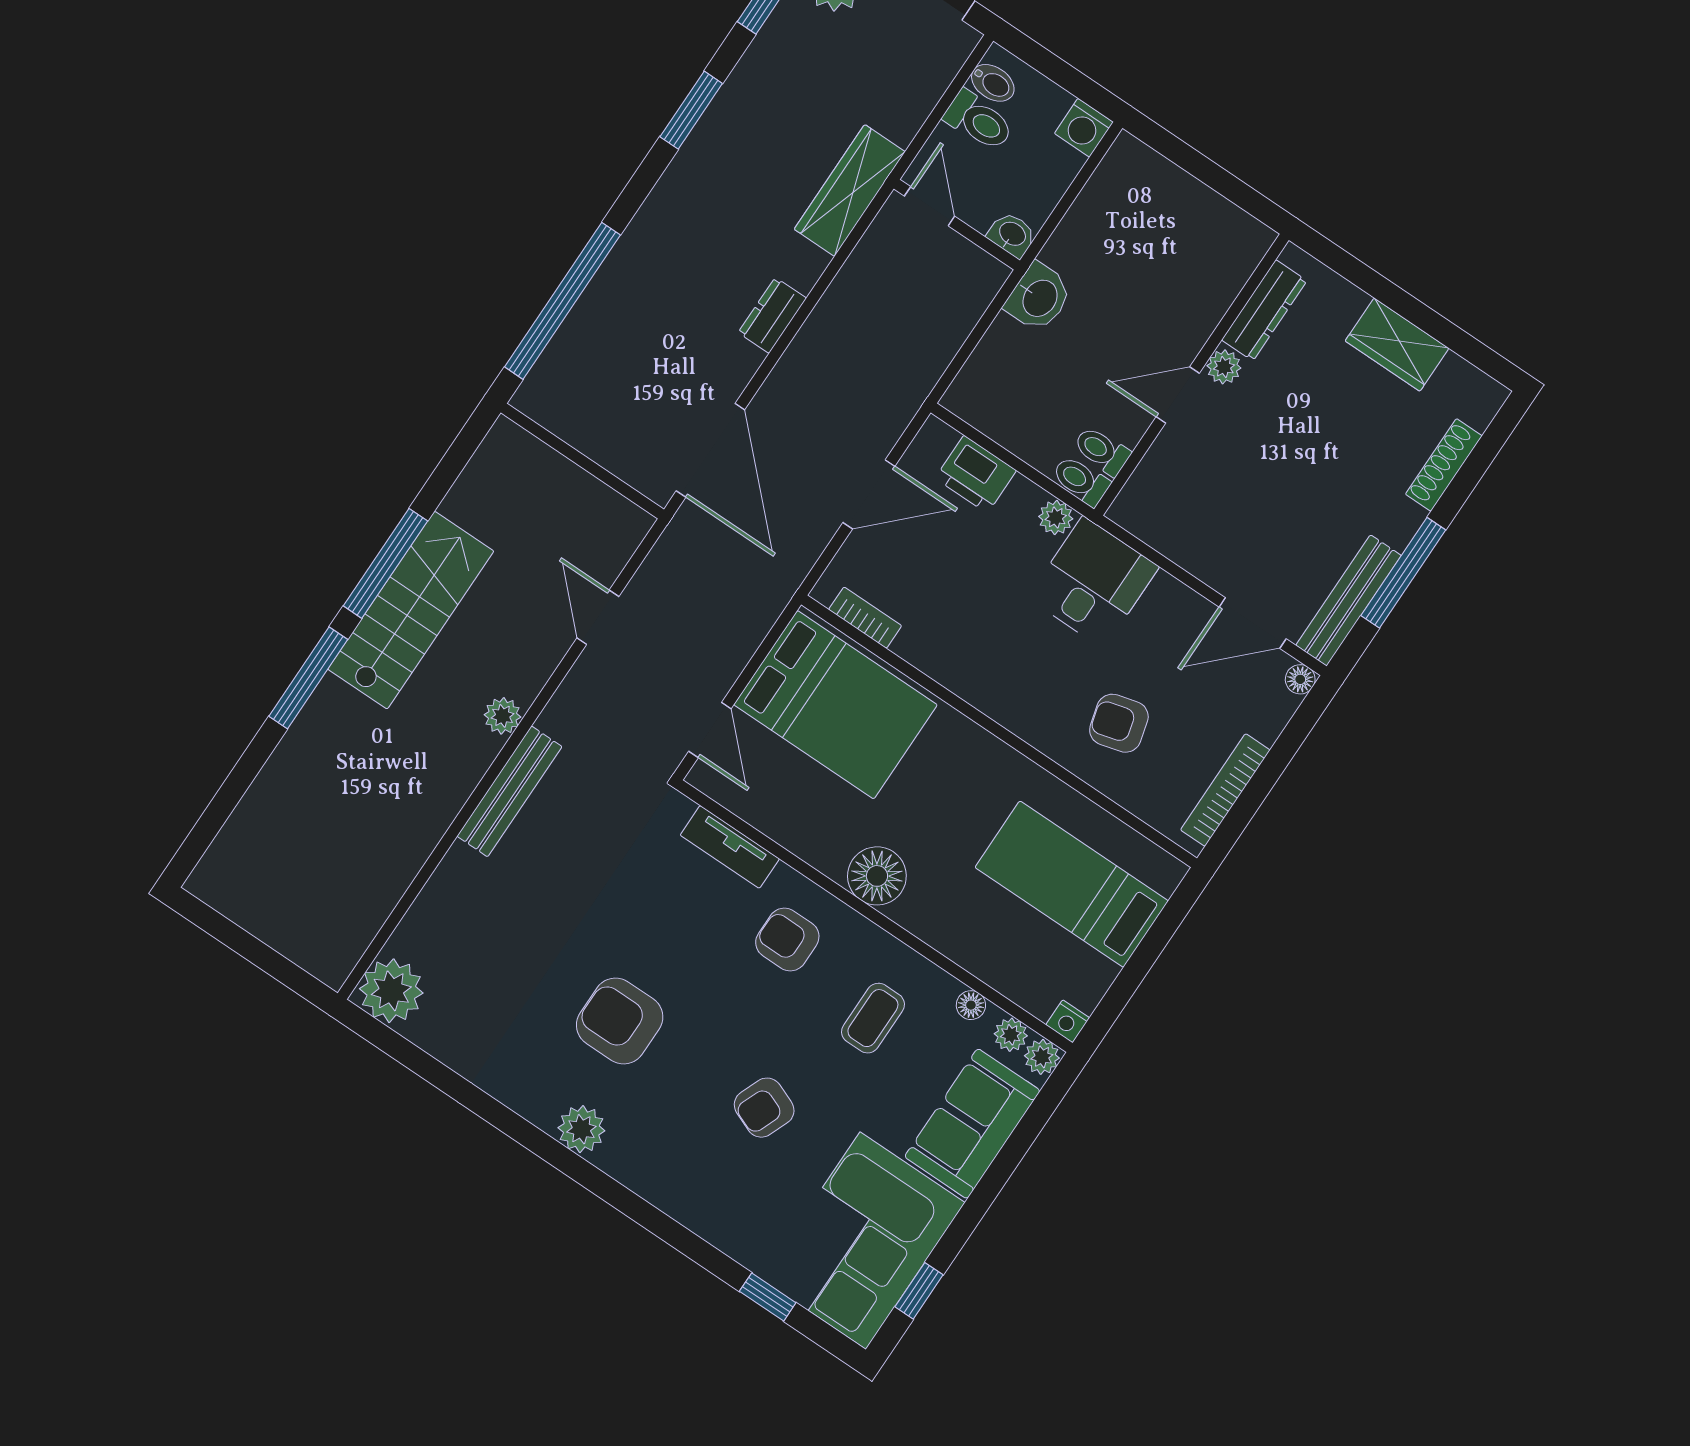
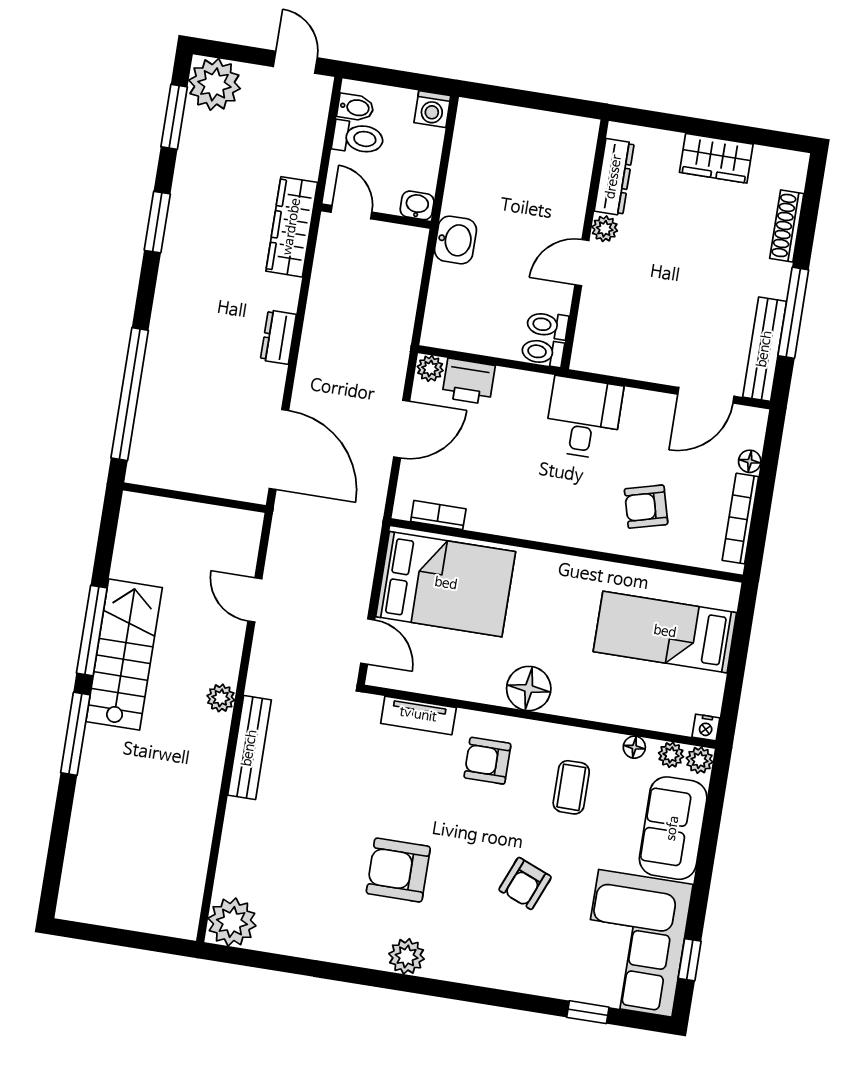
plant: (1056, 518) -> (430, 368), moved
floor lamp: (1300, 679) -> (750, 461), moved

